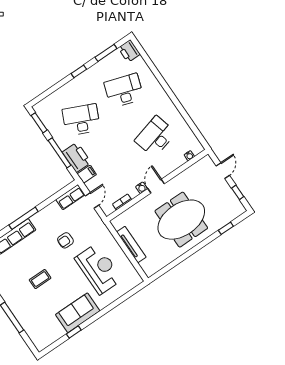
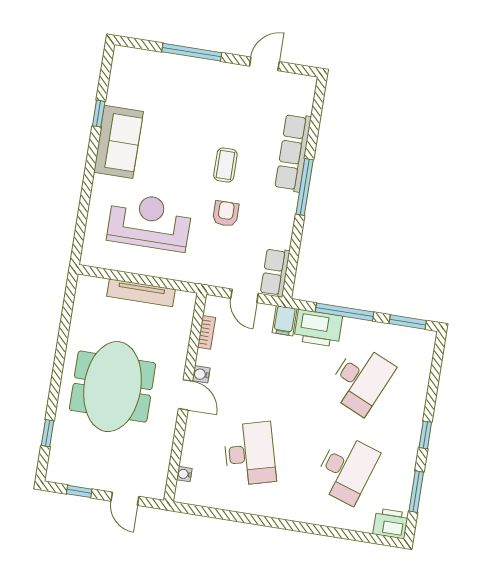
reception desk: (99, 269) -> (150, 222), turned 180
coffee table: (40, 279) -> (225, 165), moved

